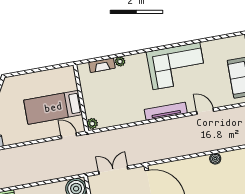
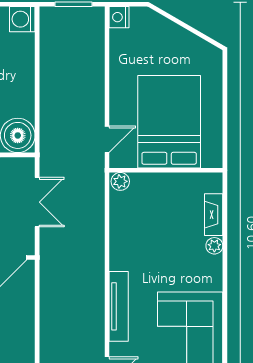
bed: (53, 107) -> (169, 122), width x1.50

